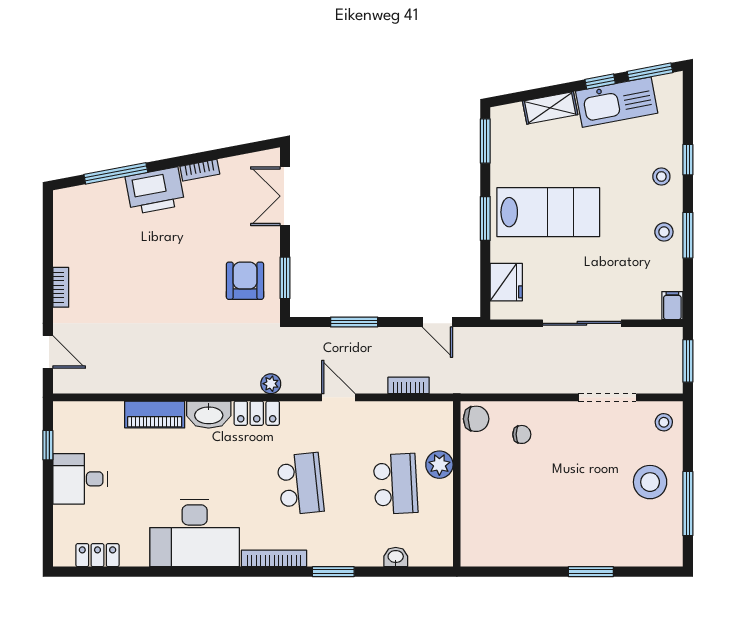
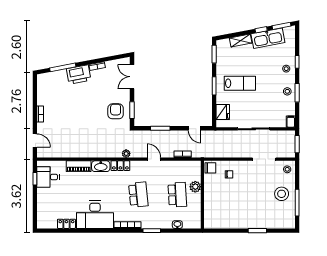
lab bench: (548, 212) -> (240, 83), width x0.73, depth x0.72
desk: (80, 479) -> (48, 177), moved
locker: (97, 555) -> (66, 224), moved

